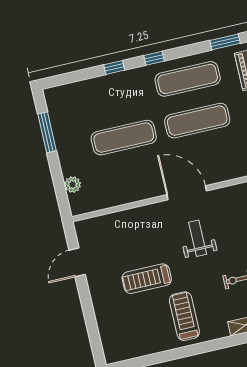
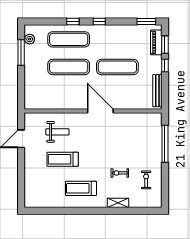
exercise mat: (188, 79) -> (69, 39), moved
plant: (73, 185) -> (30, 39), moved
weight bench: (198, 238) -> (57, 132), moved, turned 90
treadmill: (184, 316) -> (81, 188), turned -90

